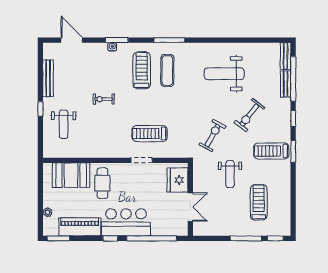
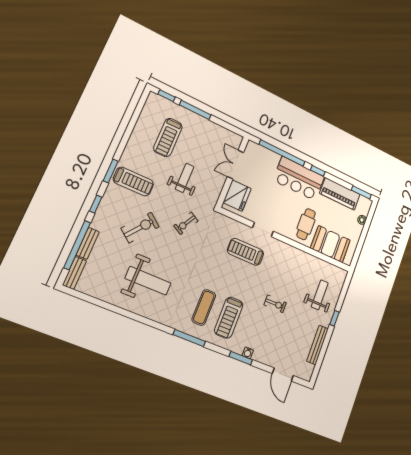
treadmill: (150, 134) -> (246, 252), turned 180
exercise bike: (213, 135) -> (186, 223), width x0.73, depth x0.72

